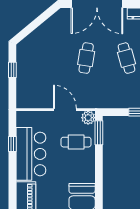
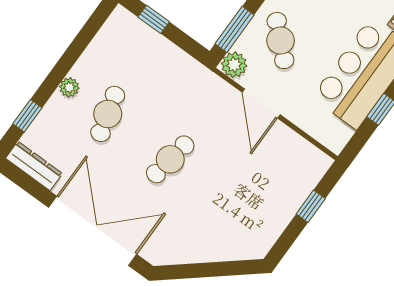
window: (12, 70) -> (311, 206), moved
cafe table: (76, 142) -> (280, 41), turned 43

